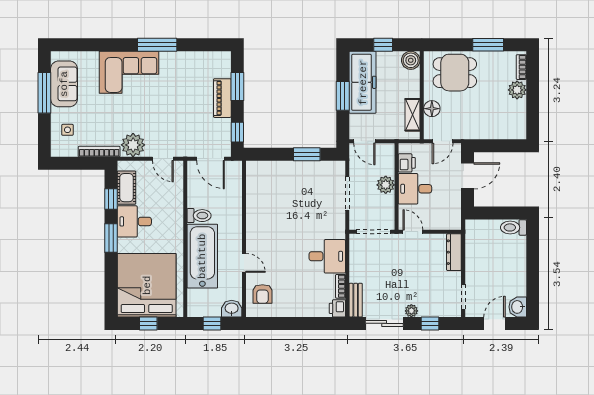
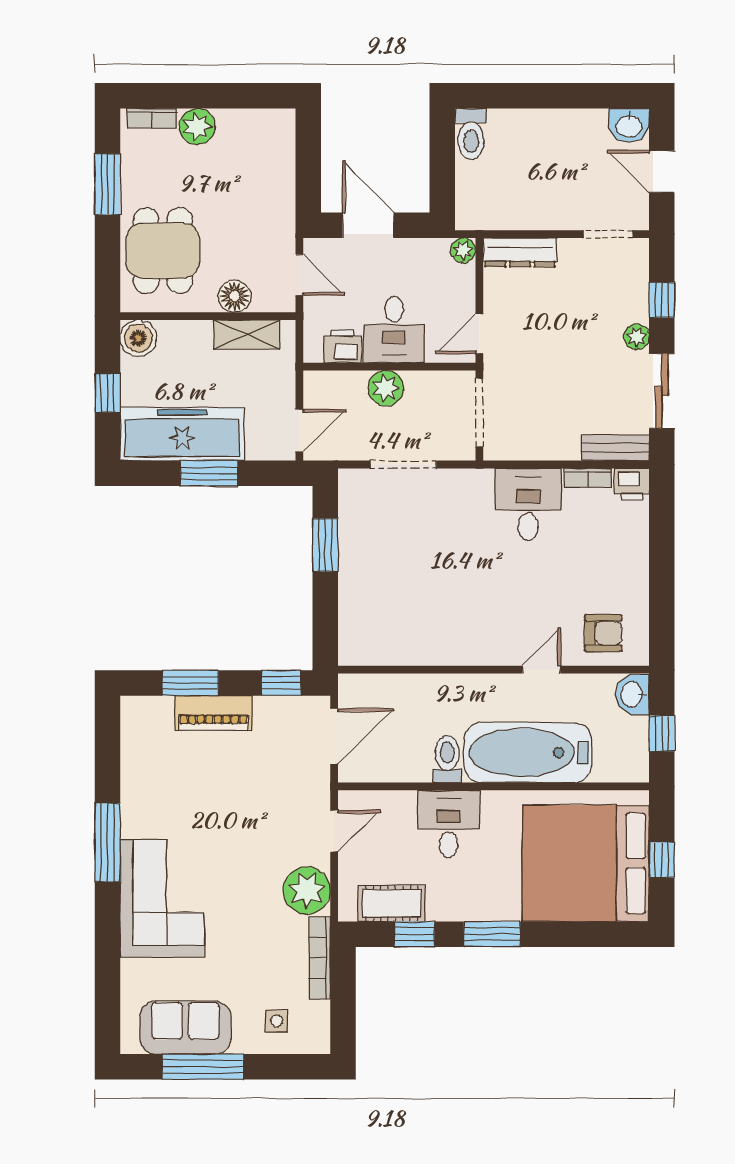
desk: (134, 221) -> (449, 824), moved, turned 180
plant: (455, 224) -> (463, 250), added

